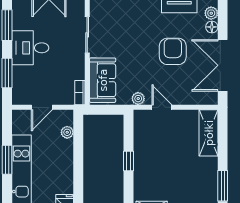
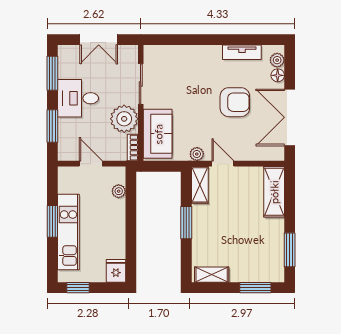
armchair: (173, 51) -> (235, 102), turned 90
plant: (72, 67) -> (124, 119), added
door: (42, 107) -> (91, 164), swing flipped
shelving: (141, 127) -> (200, 185), added
window: (129, 161) -> (186, 223), width x1.50

